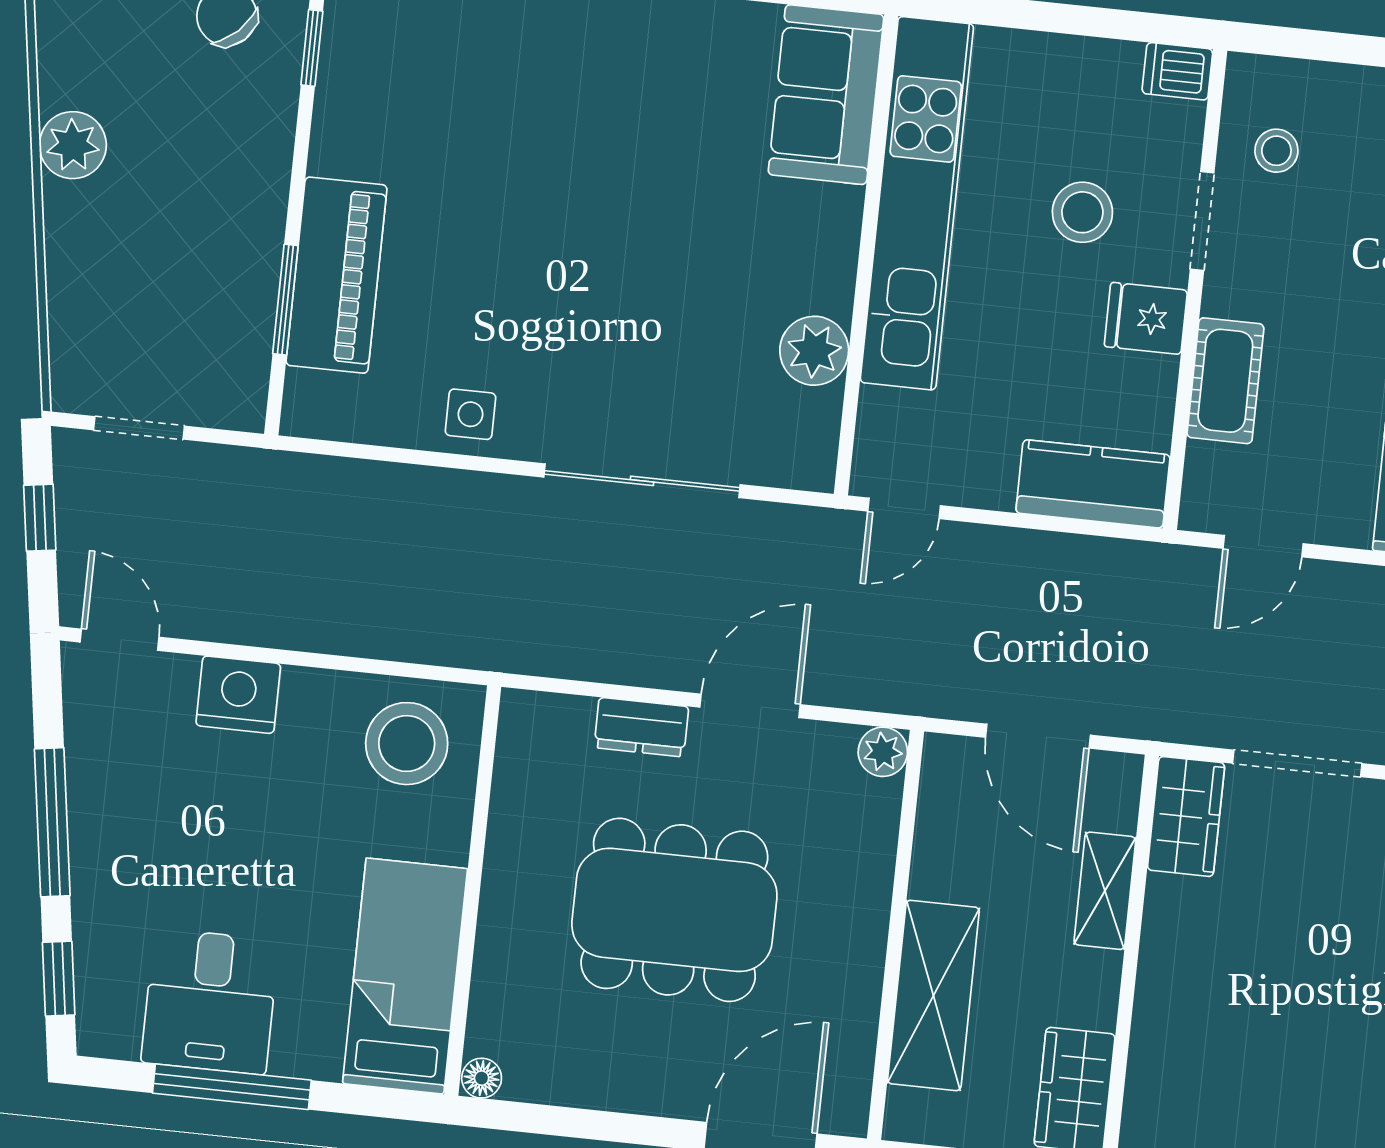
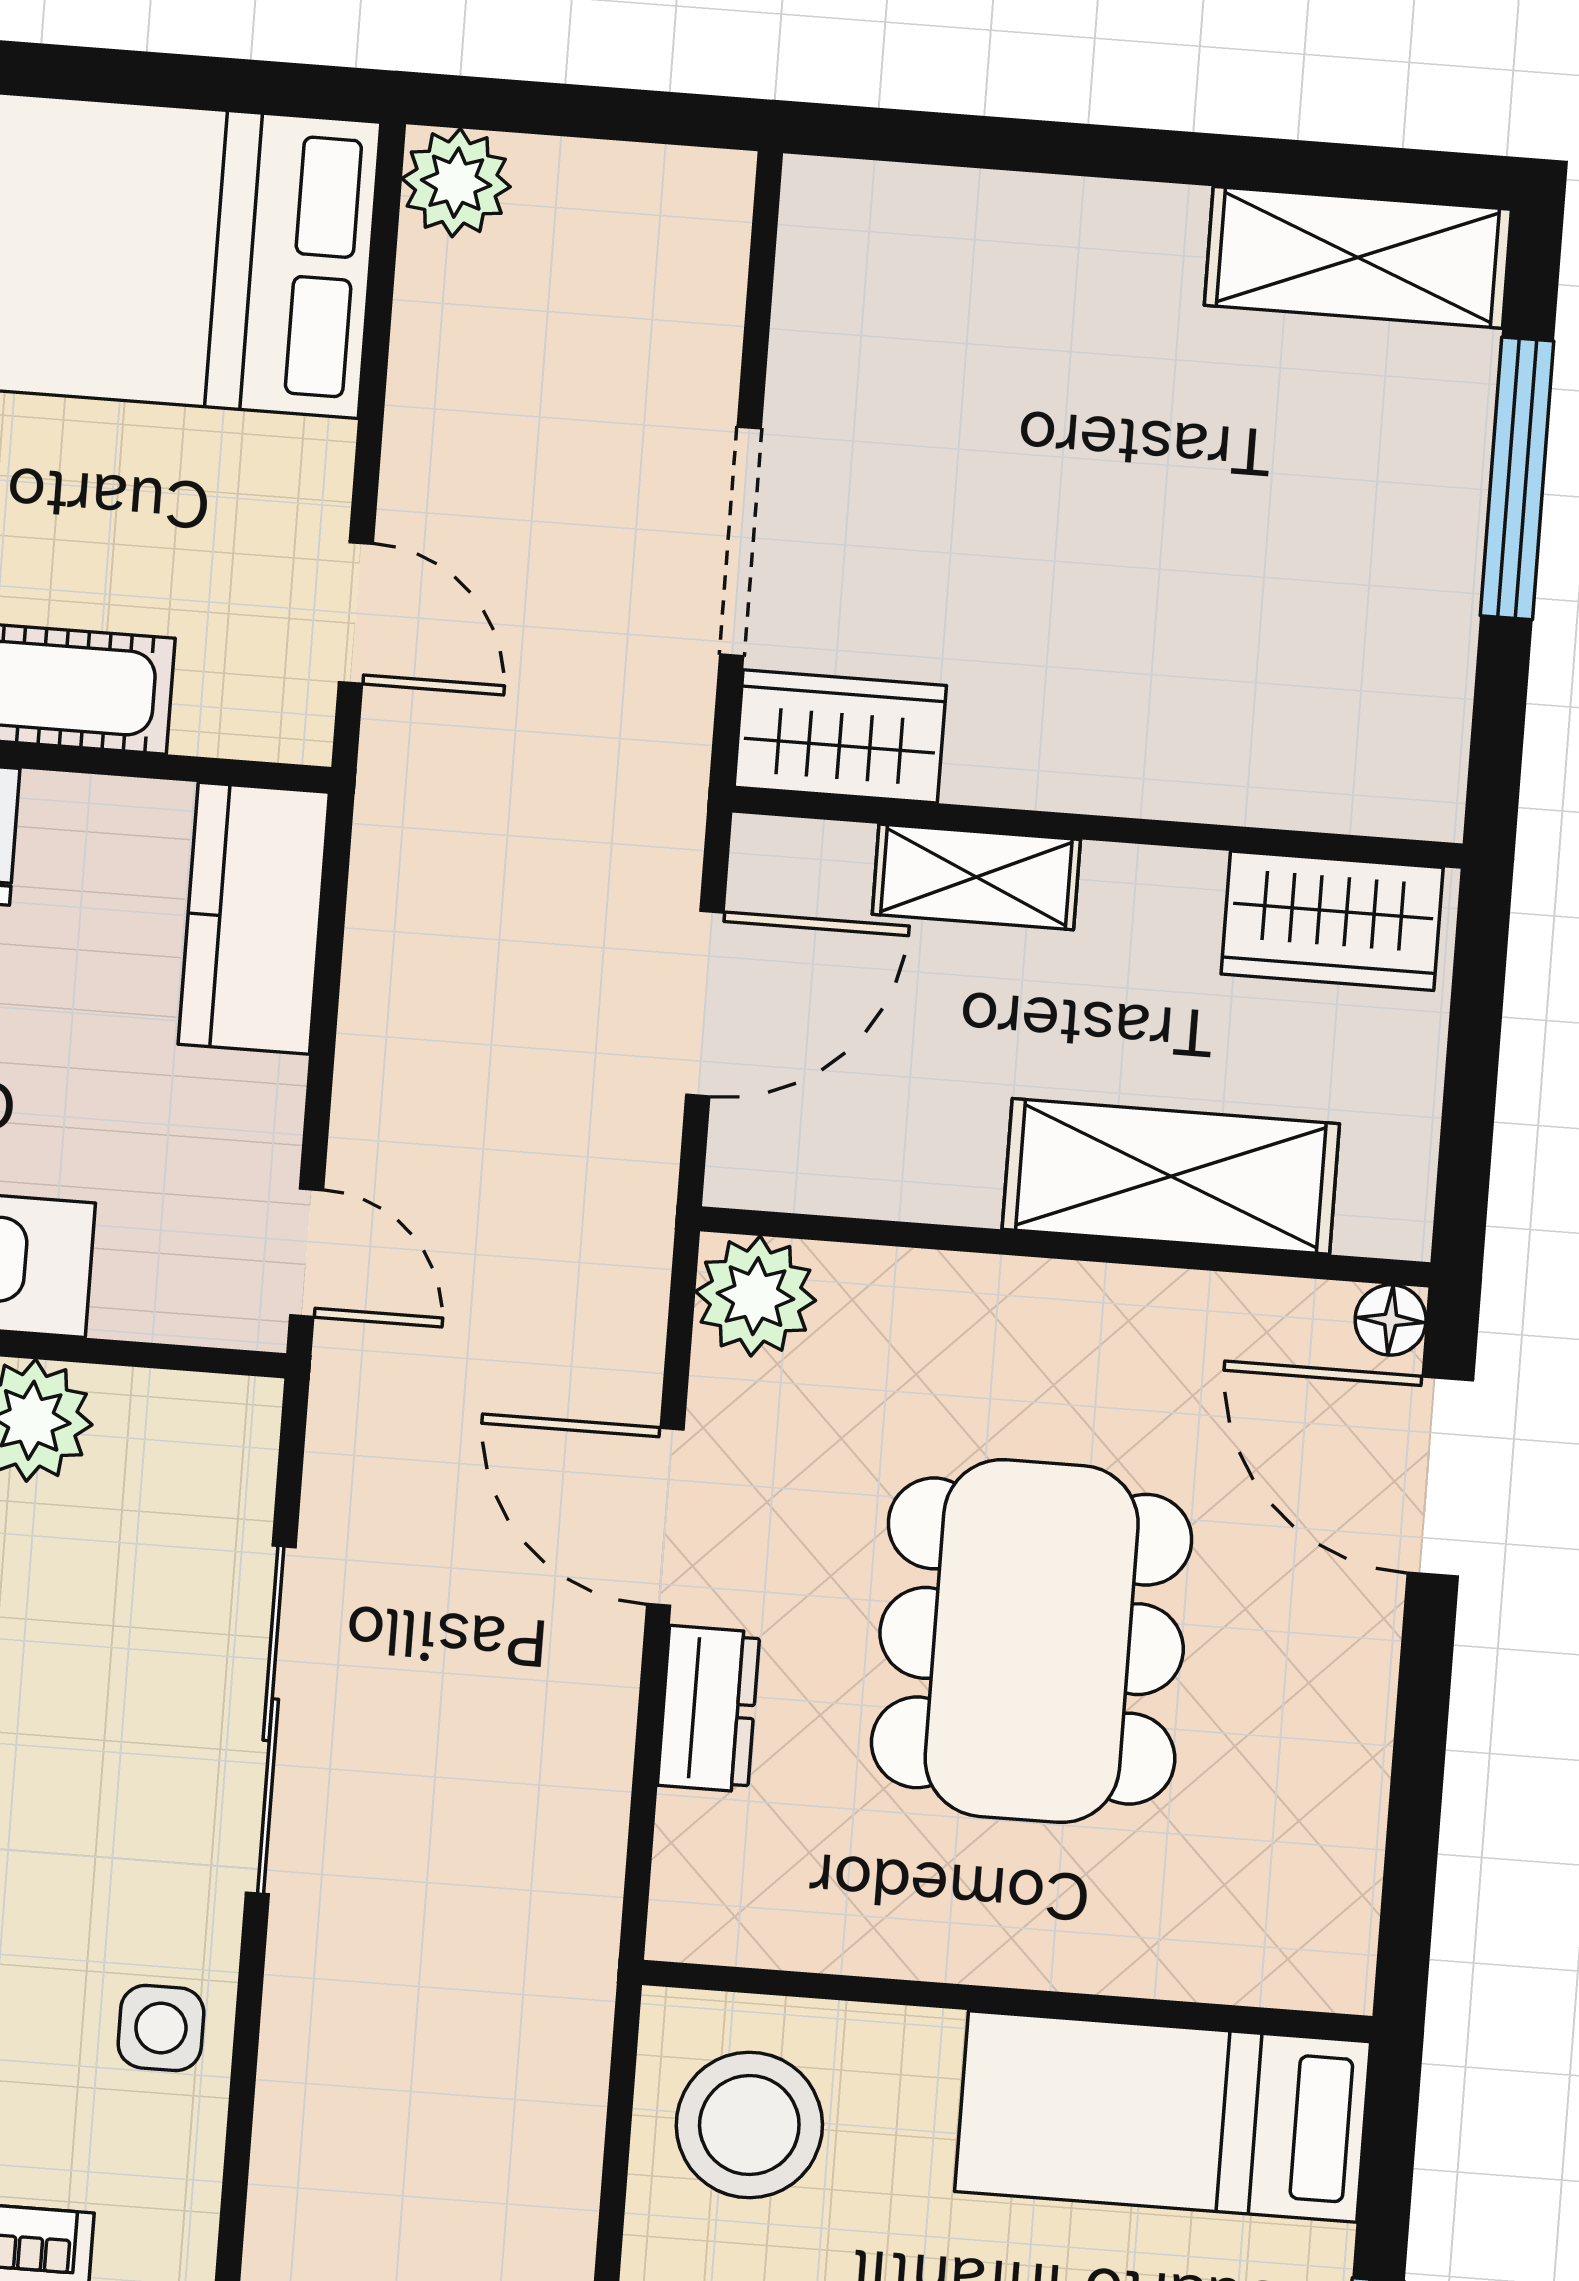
plant: (883, 752) -> (755, 1296), width x1.38, depth x1.38
floor lamp: (482, 1078) -> (1391, 1320), moved

